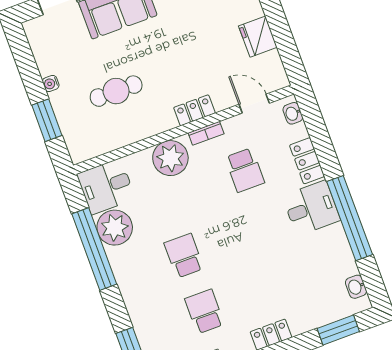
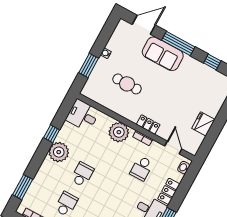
plant: (115, 228) -> (59, 152), moved
window: (94, 249) -> (52, 134), width x0.32

